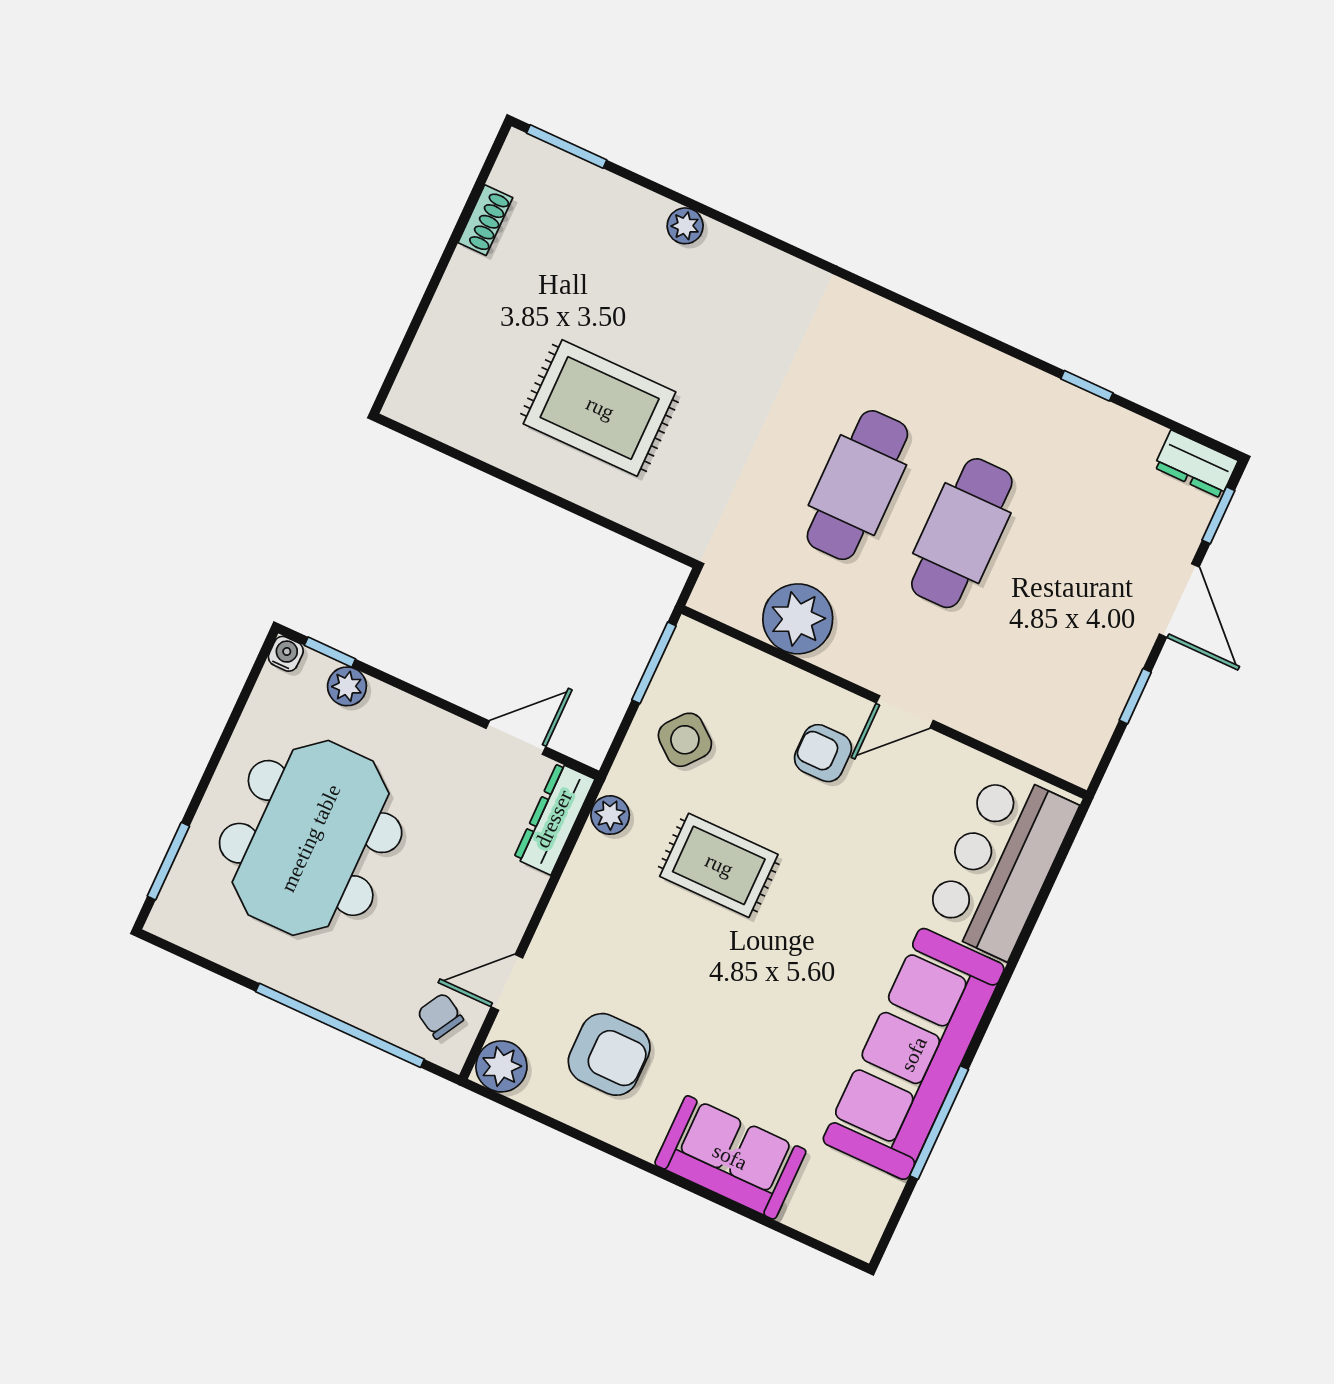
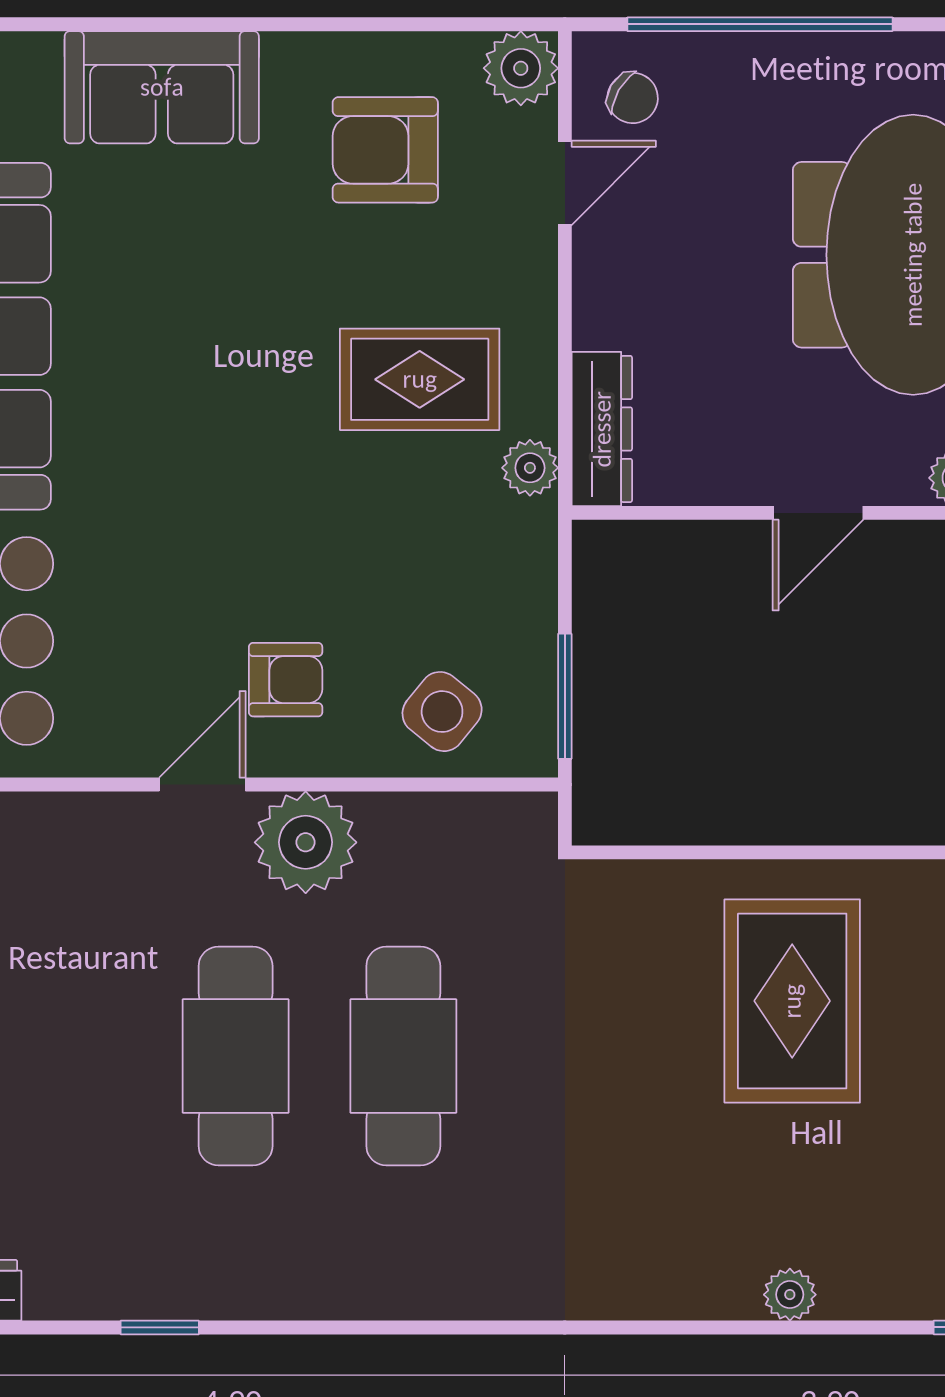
rug: (600, 408) -> (792, 1001), turned 90
plant: (798, 619) -> (306, 842), moved
door: (516, 738) -> (818, 513), moved
side table: (685, 740) -> (442, 712), moved
rug: (719, 865) -> (420, 379), moved

